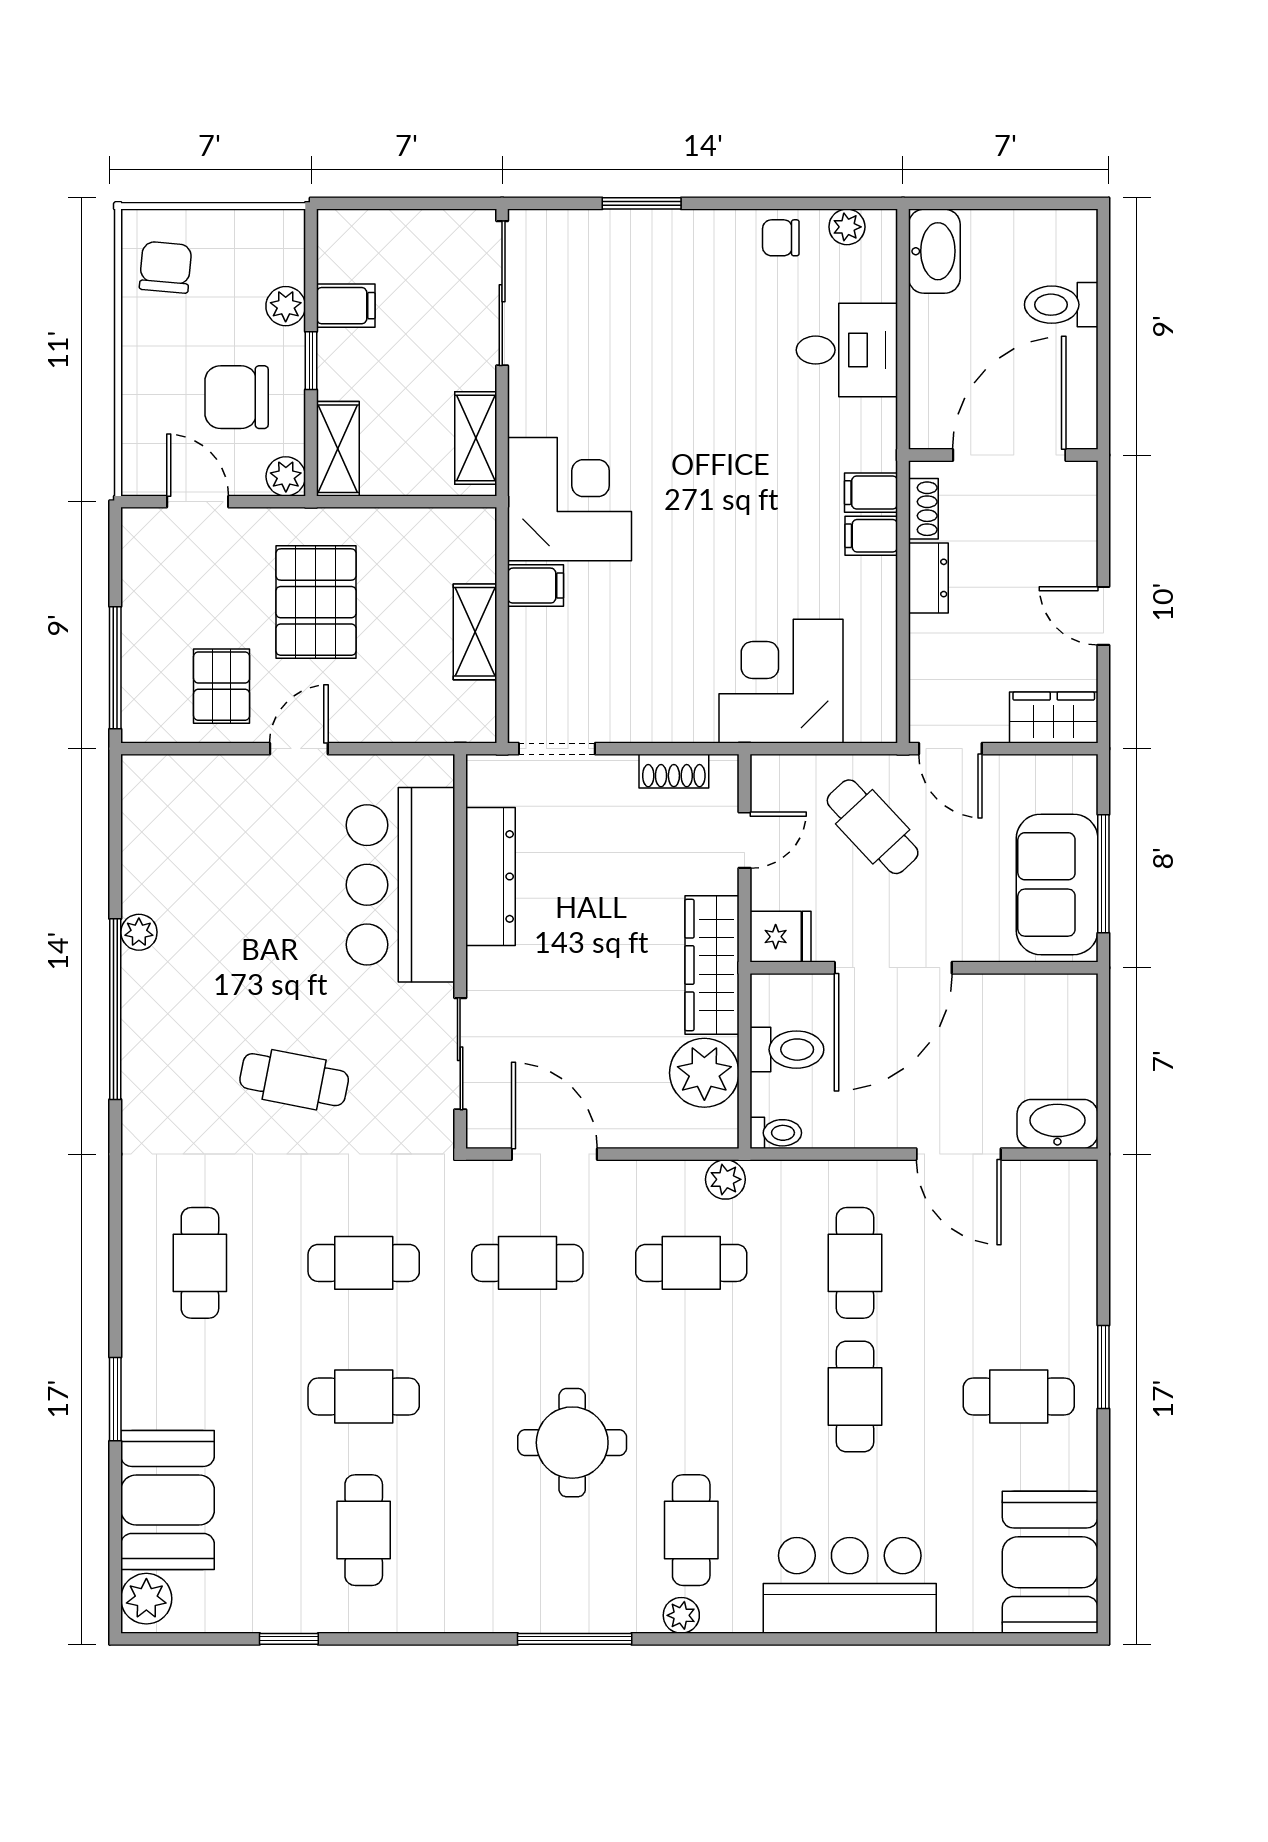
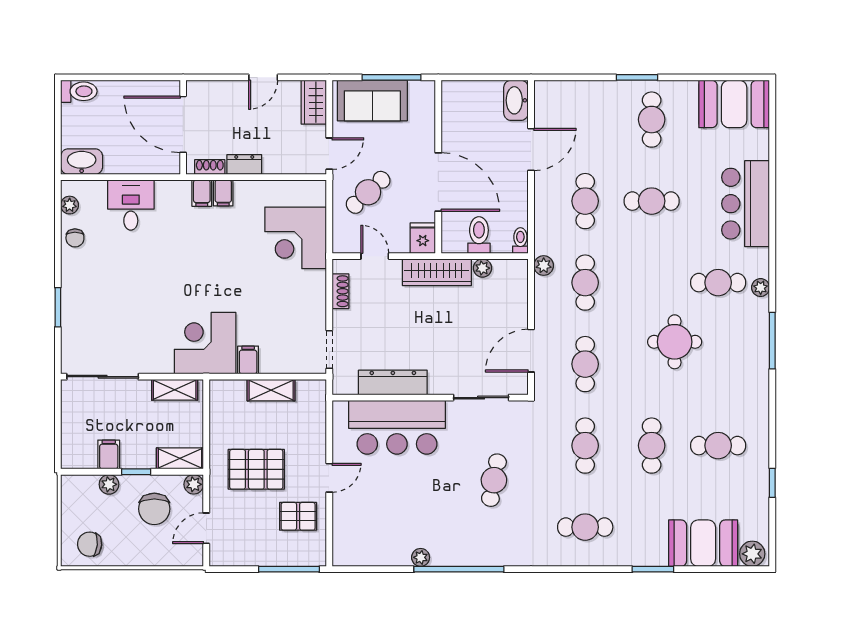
toilet: (1061, 305) -> (79, 91), moved, turned -90
door: (299, 749) -> (329, 478), swing flipped
sofa: (1057, 884) -> (372, 100), moved
plant: (704, 1073) -> (482, 268), width x0.53, depth x0.53
cafe table: (855, 1263) -> (585, 201), turned 90

